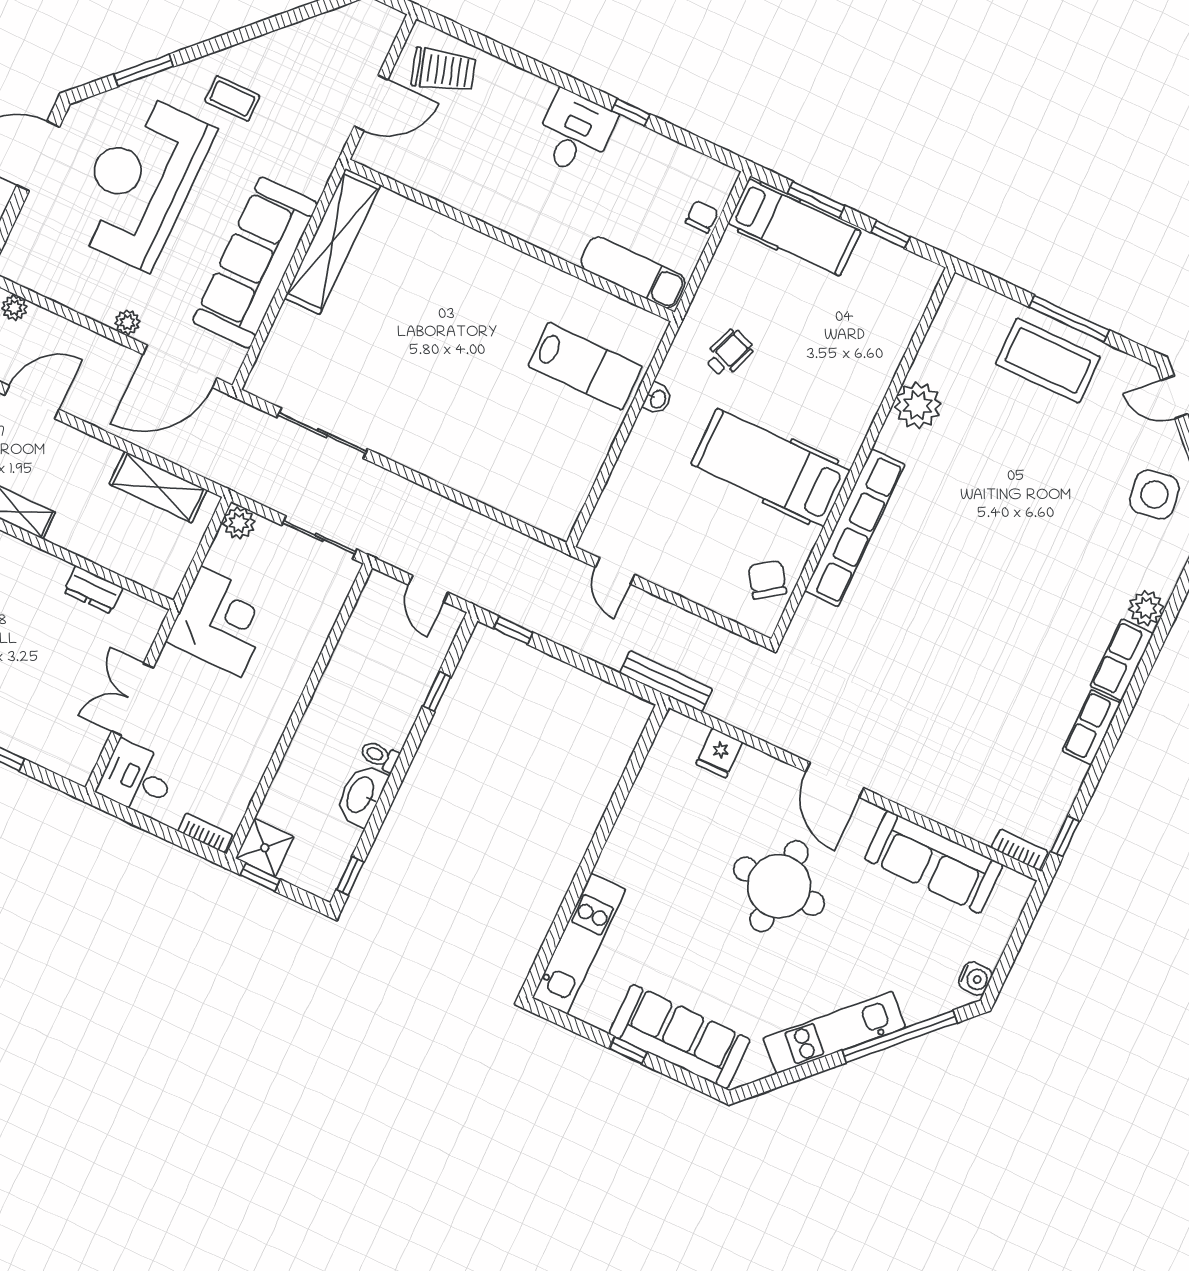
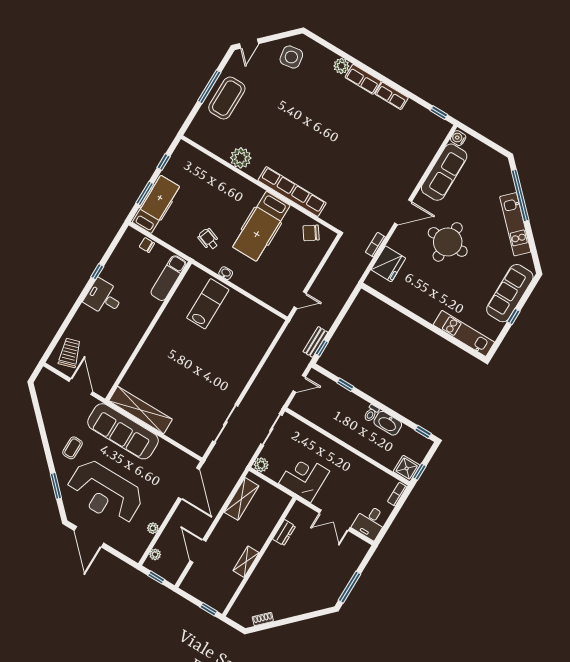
sofa: (255, 263) -> (123, 431), moved
plant: (127, 322) -> (153, 528), moved
bench: (666, 681) -> (315, 342), moved, width x0.73
fridge: (719, 753) -> (388, 264), width x1.88, depth x1.34
bookcase: (1020, 850) -> (375, 245), moved
water cooler: (975, 979) -> (458, 138), moved, turned -90

